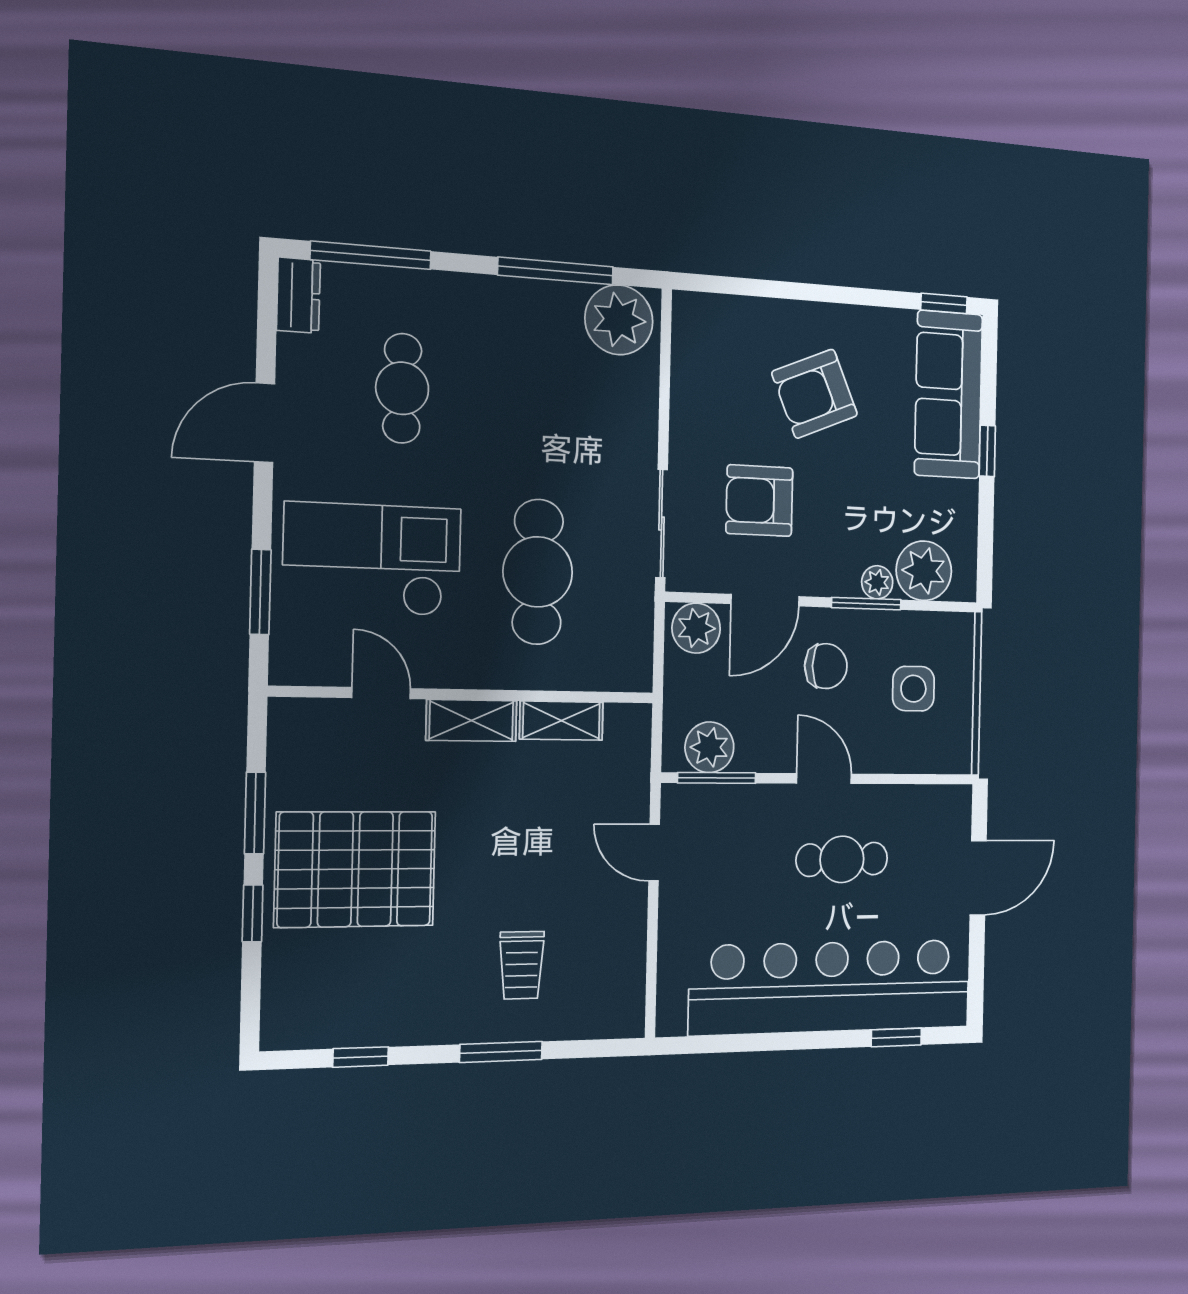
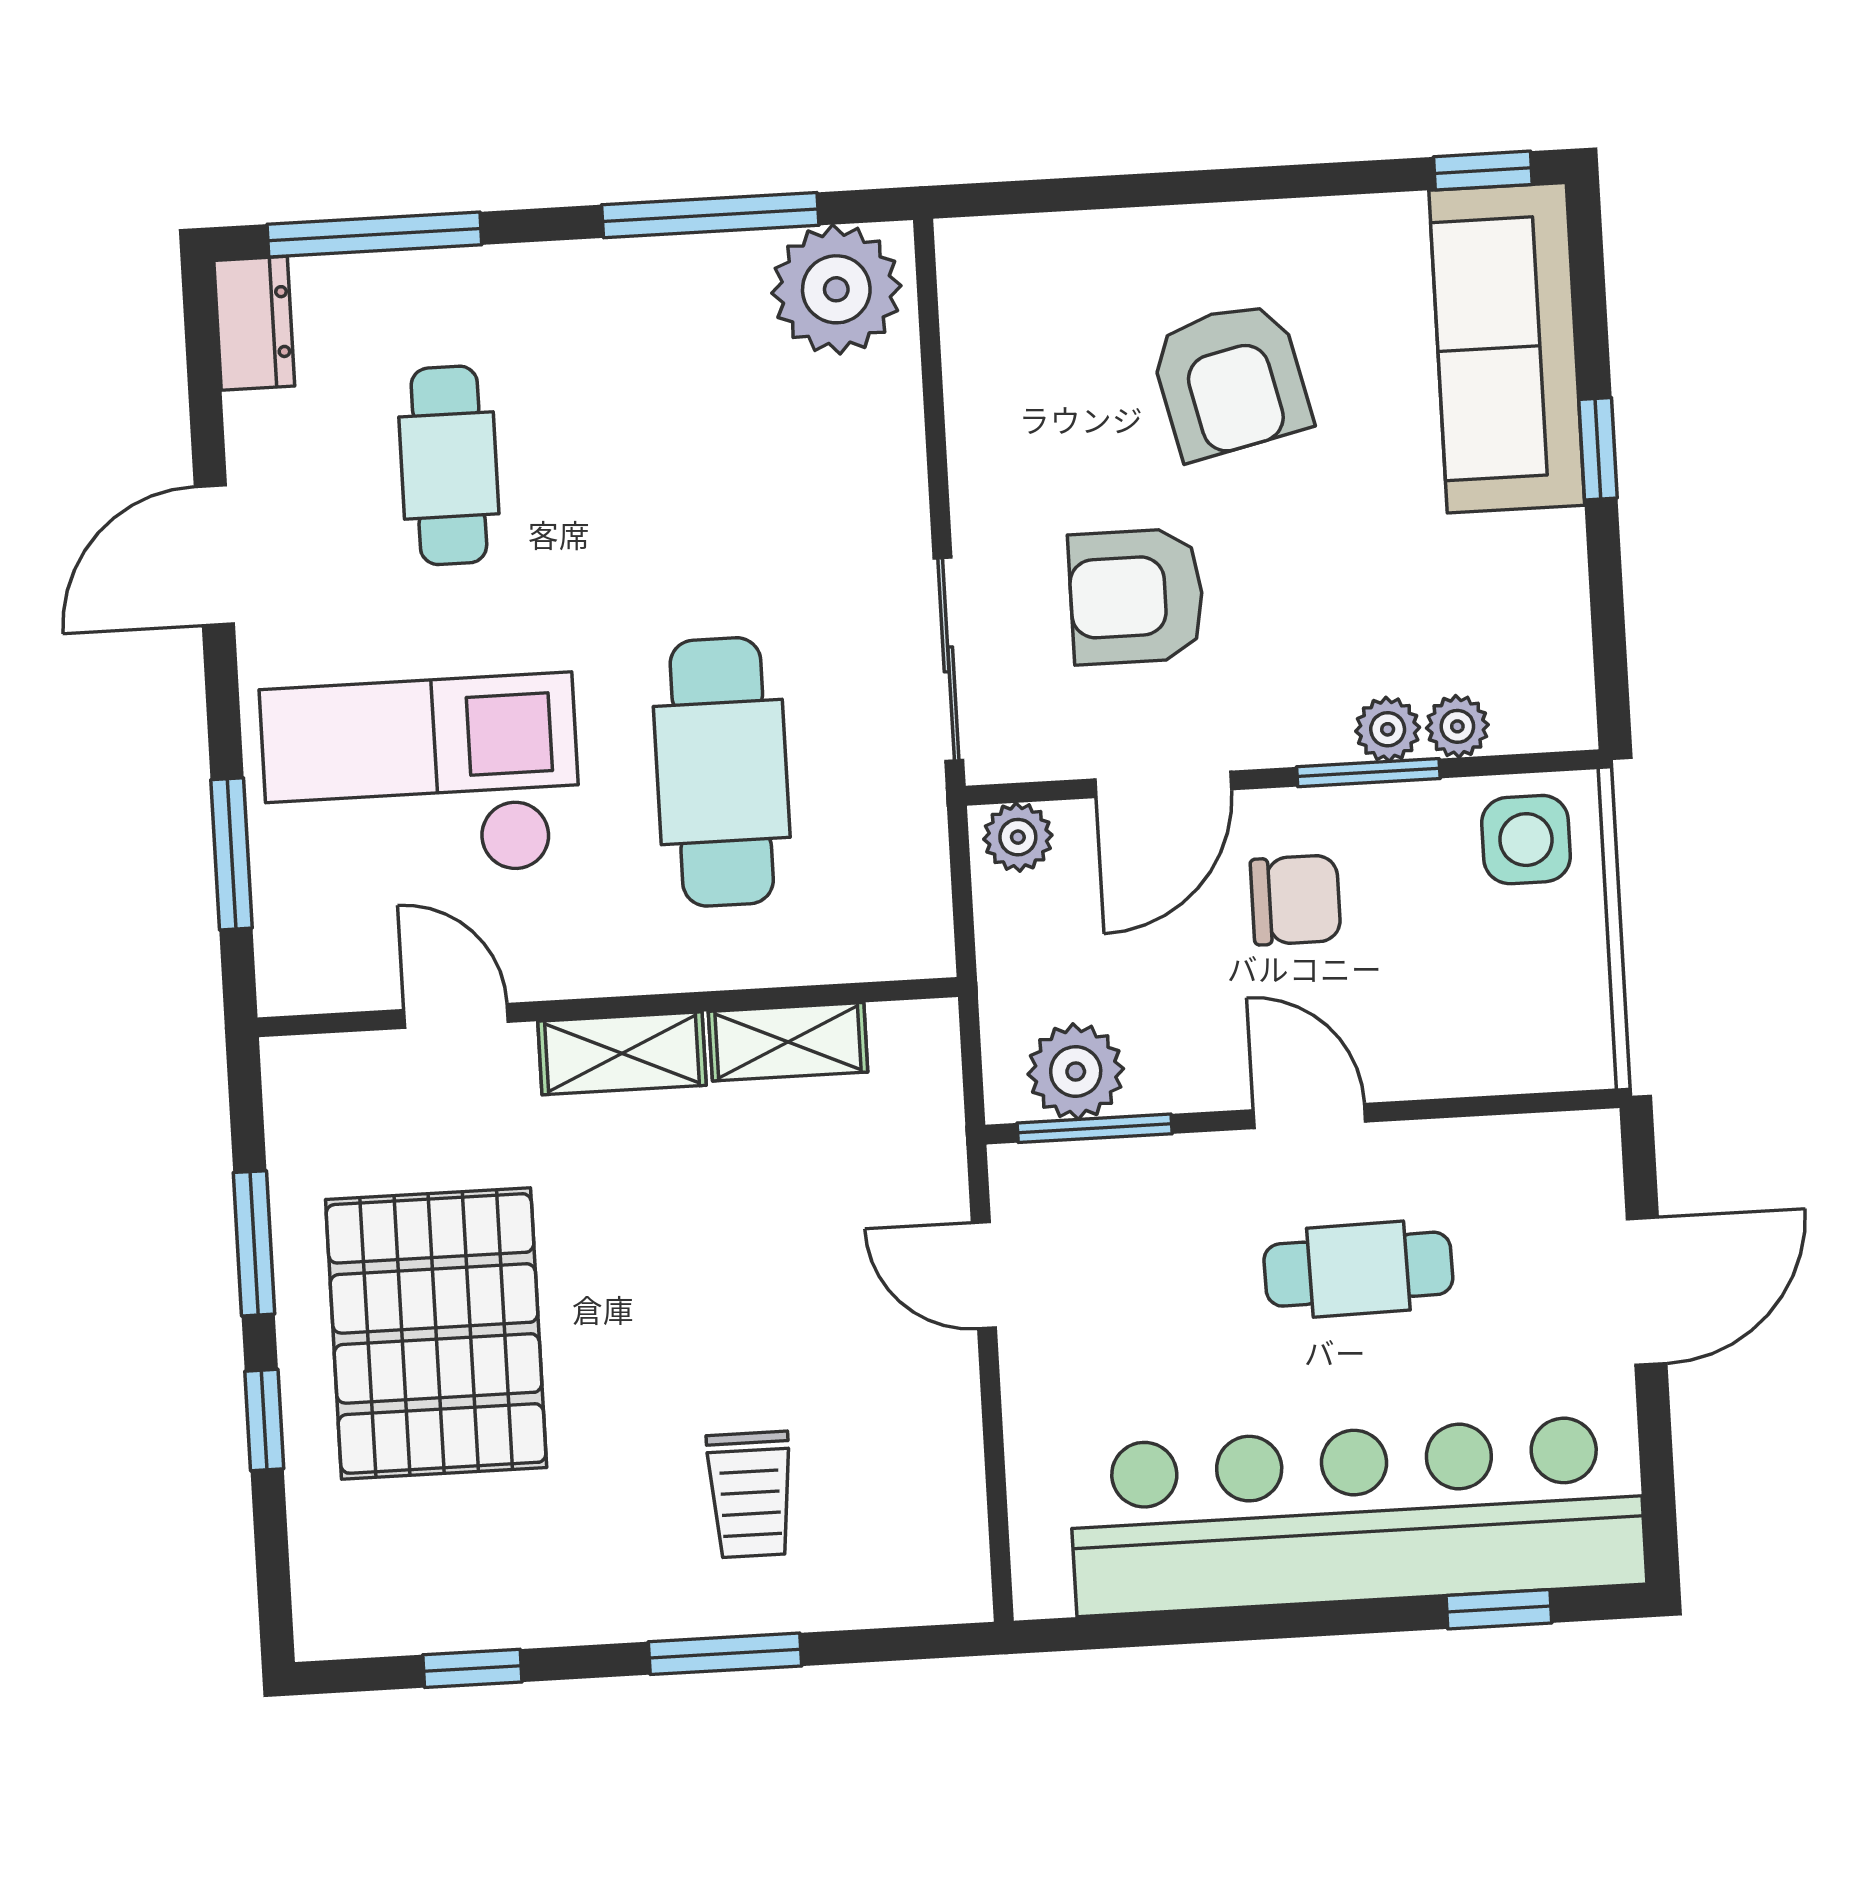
armchair: (815, 394) -> (1231, 380), turned -80
plant: (924, 571) -> (1457, 726), width x0.53, depth x0.53
plant: (696, 628) -> (1018, 837), width x0.73, depth x0.73
side table: (913, 689) -> (1526, 840), moved
pallet: (355, 869) -> (436, 1333), turned 90

